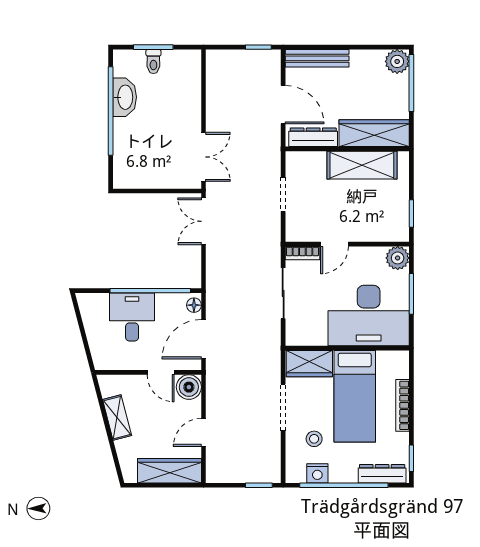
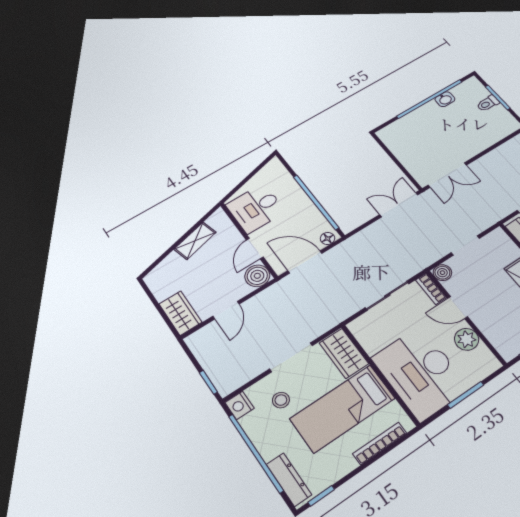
washbasin: (125, 97) -> (445, 99), width x0.52, depth x0.69
boiler: (295, 233) -> (442, 273), added
plant: (398, 258) -> (467, 339), moved
desk: (132, 317) -> (256, 208), moved, turned 180
bookcase: (403, 405) -> (380, 443), moved
door: (203, 432) -> (226, 310), swing flipped
wardrobe: (169, 471) -> (180, 313), width x0.67
nightstand: (317, 473) -> (240, 405), moved

